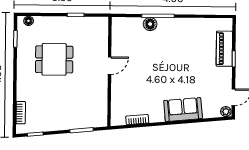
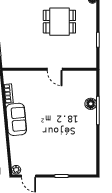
piano: (224, 49) -> (70, 168), removed
dining table: (54, 59) -> (59, 22), turned 90
sofa: (183, 110) -> (16, 119), moved

